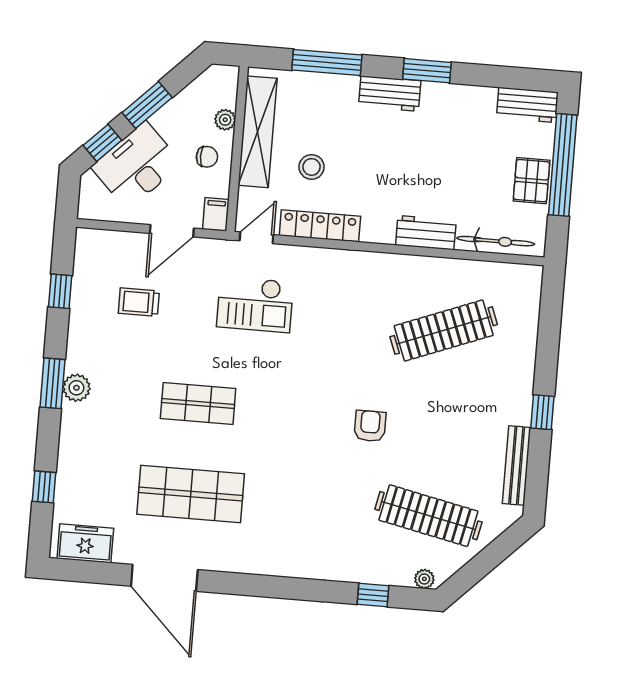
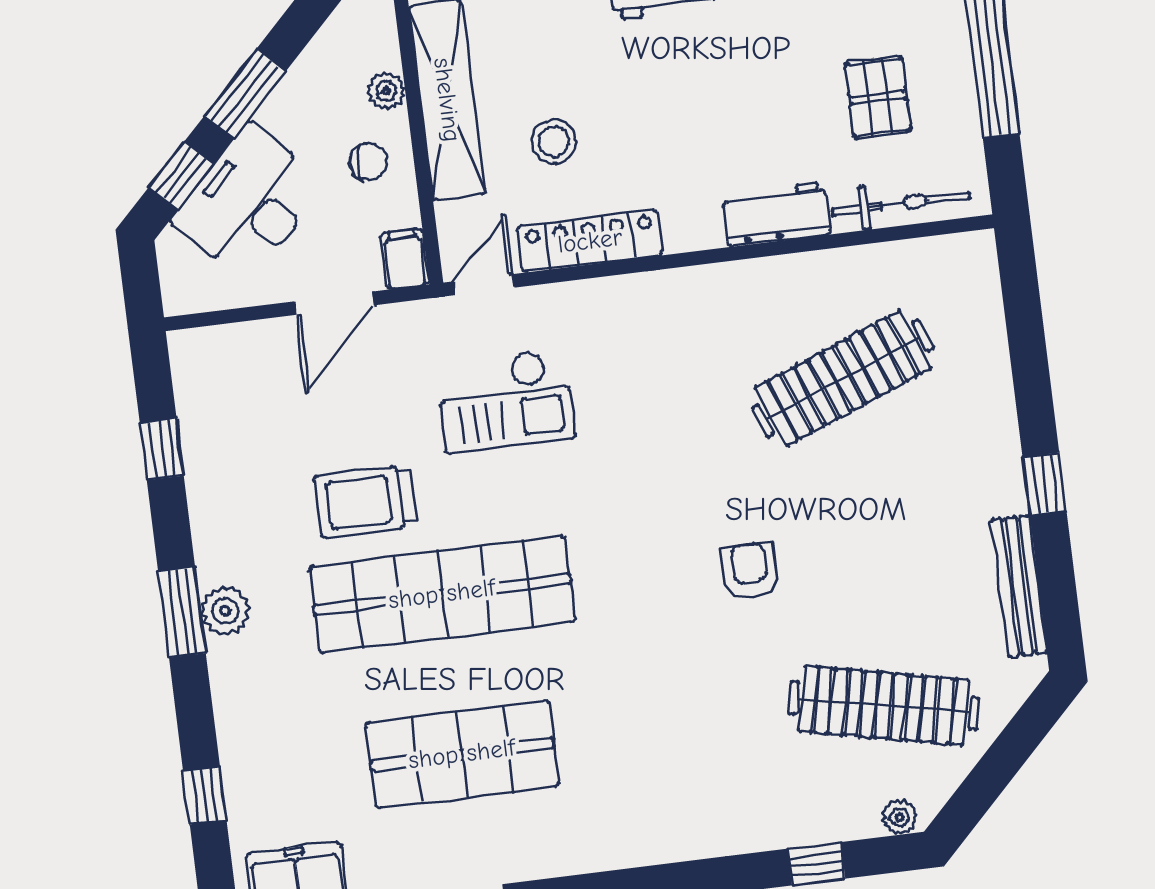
pallet: (532, 181) -> (878, 97), moved
trolley: (139, 302) -> (366, 501), moved, width x1.36, depth x1.39
shop shelf: (198, 404) -> (442, 594), width x2.00, depth x1.36

